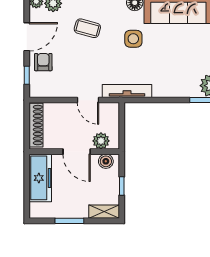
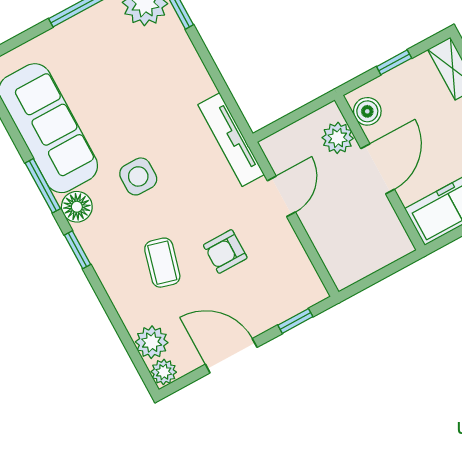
armchair: (43, 62) -> (225, 252), moved
shoe rack: (36, 125) -> (370, 261), removed

